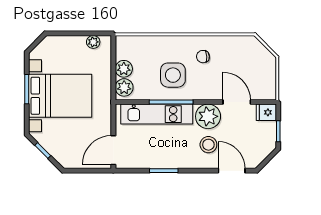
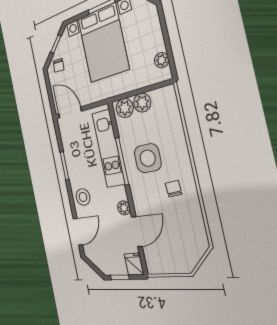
plant: (208, 116) -> (124, 208), width x0.53, depth x0.53
stool: (208, 145) -> (83, 197), moved
chair: (64, 152) -> (59, 65), added

